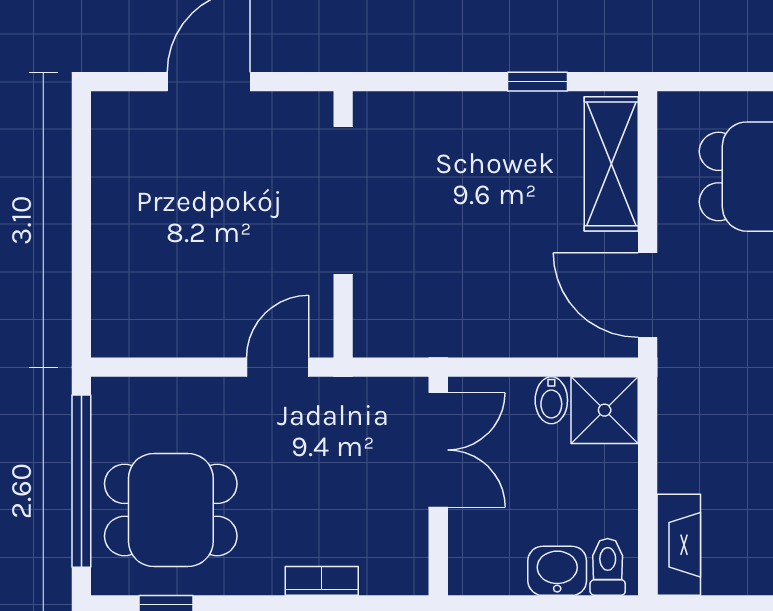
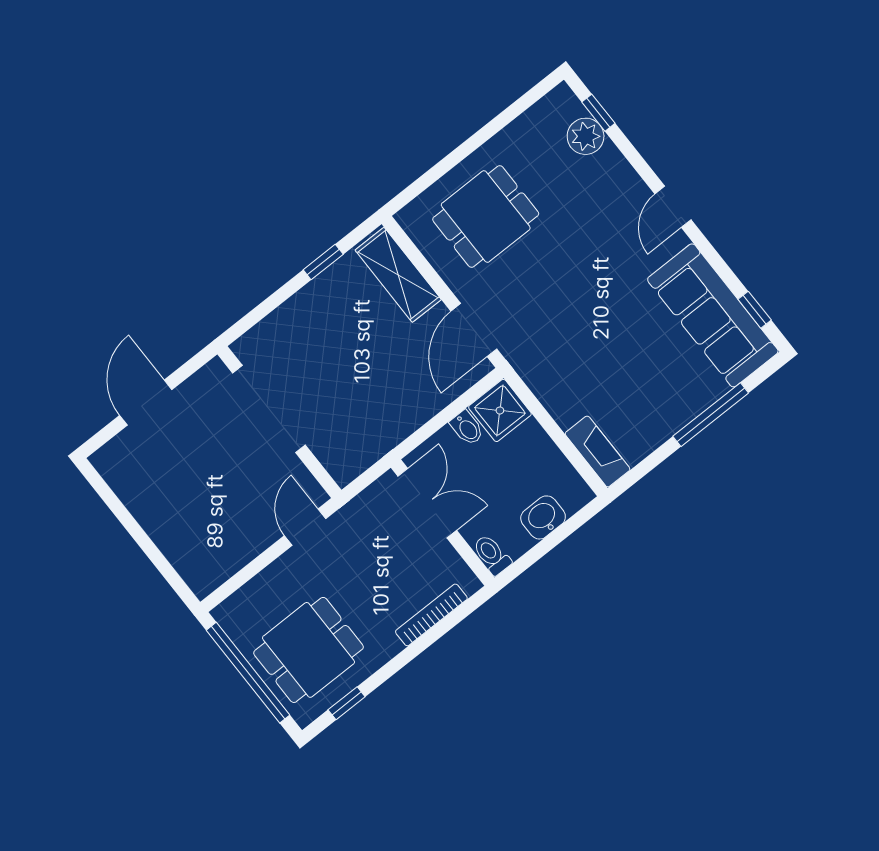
door: (648, 295) -> (474, 330), hinge flipped
toilet: (608, 567) -> (492, 555), moved
bookcase: (322, 581) -> (431, 615), width x1.56

